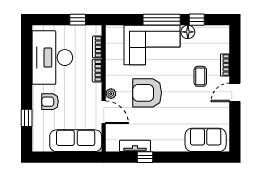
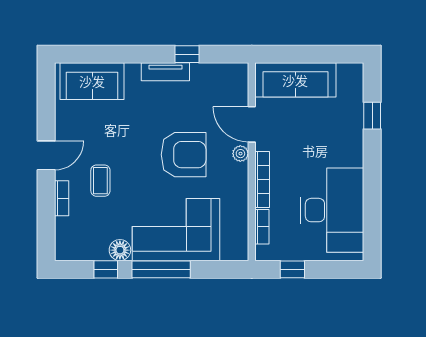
bookcase: (97, 71) -> (262, 180), width x1.56
armchair: (50, 102) -> (336, 141), removed
tv unit: (135, 146) -> (165, 72), moved

